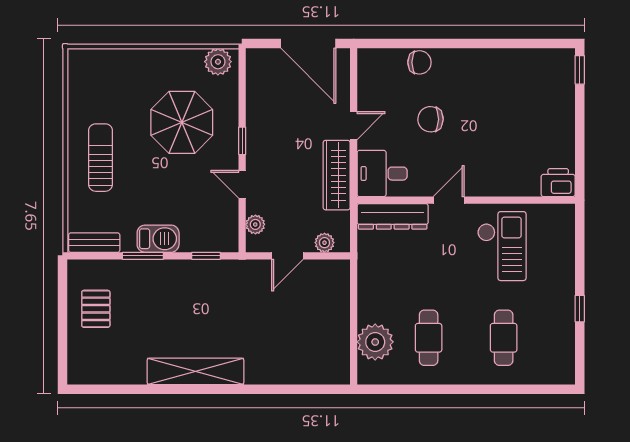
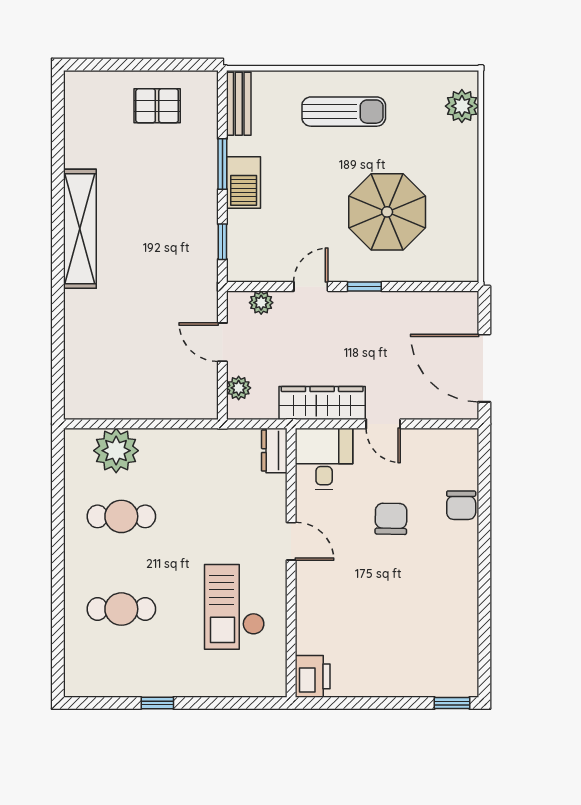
door: (308, 44) -> (484, 368), hinge flipped
plant: (218, 62) -> (462, 106), moved
dresser: (393, 216) -> (274, 451), width x0.51, depth x0.80
checkout: (502, 246) -> (234, 607), turned 90

